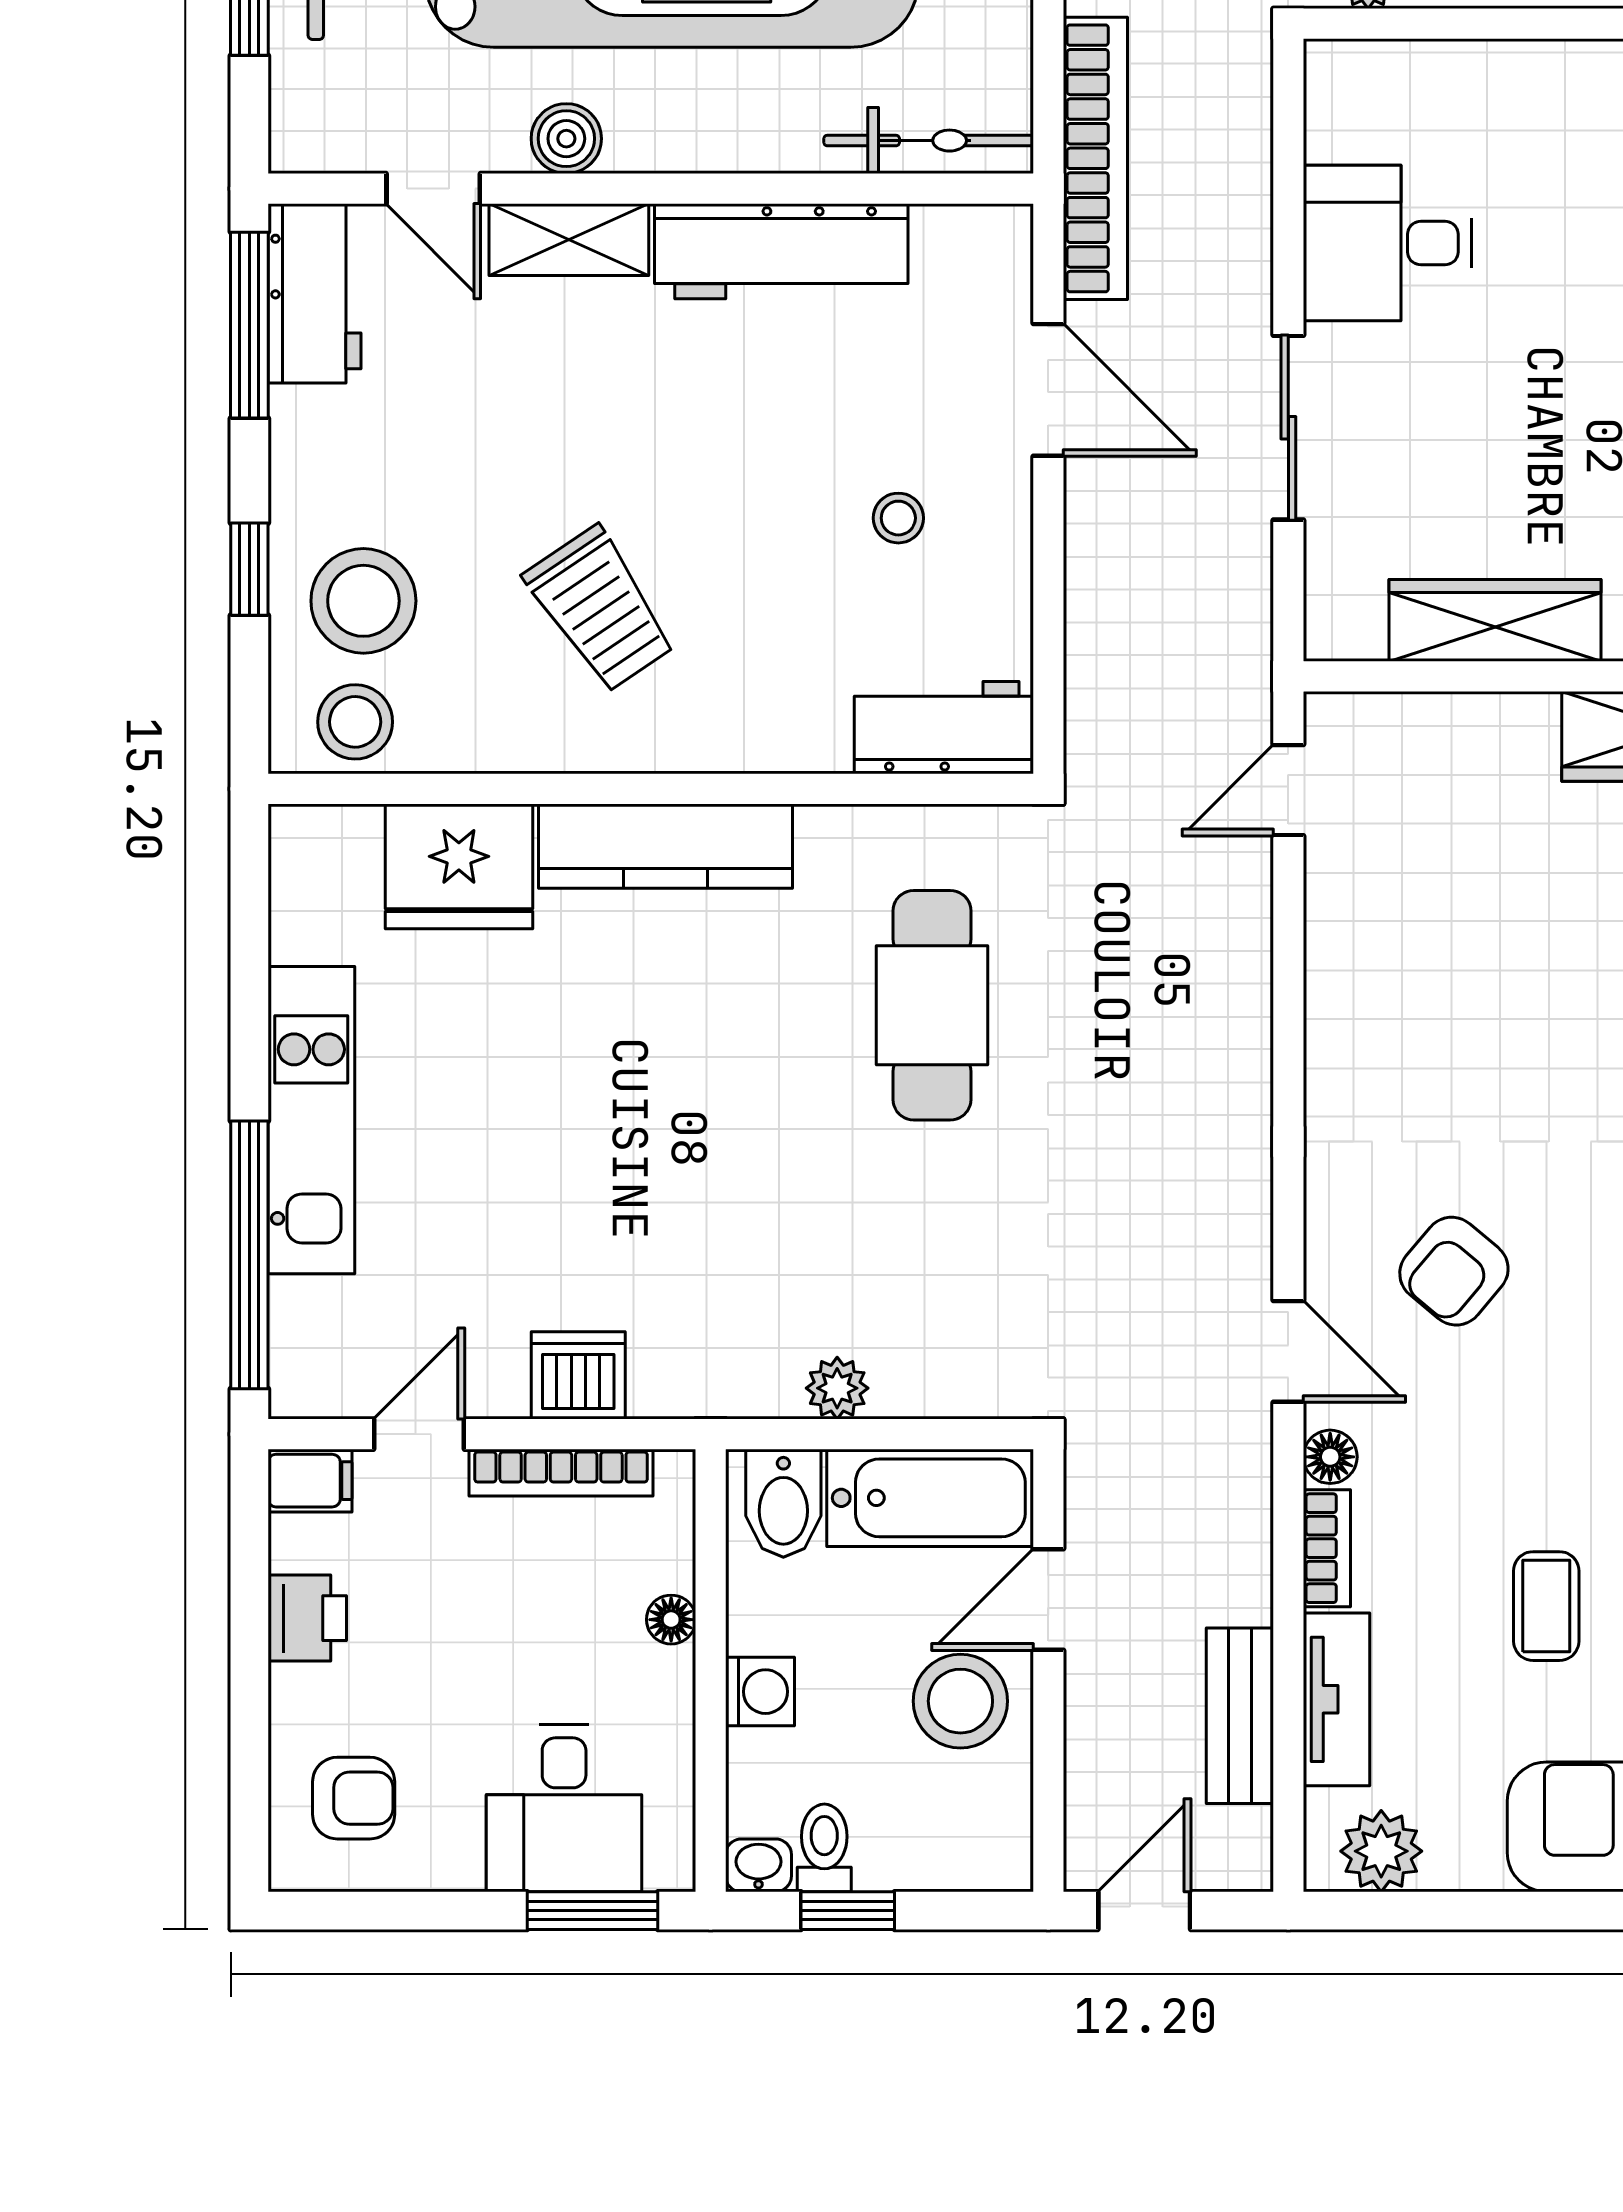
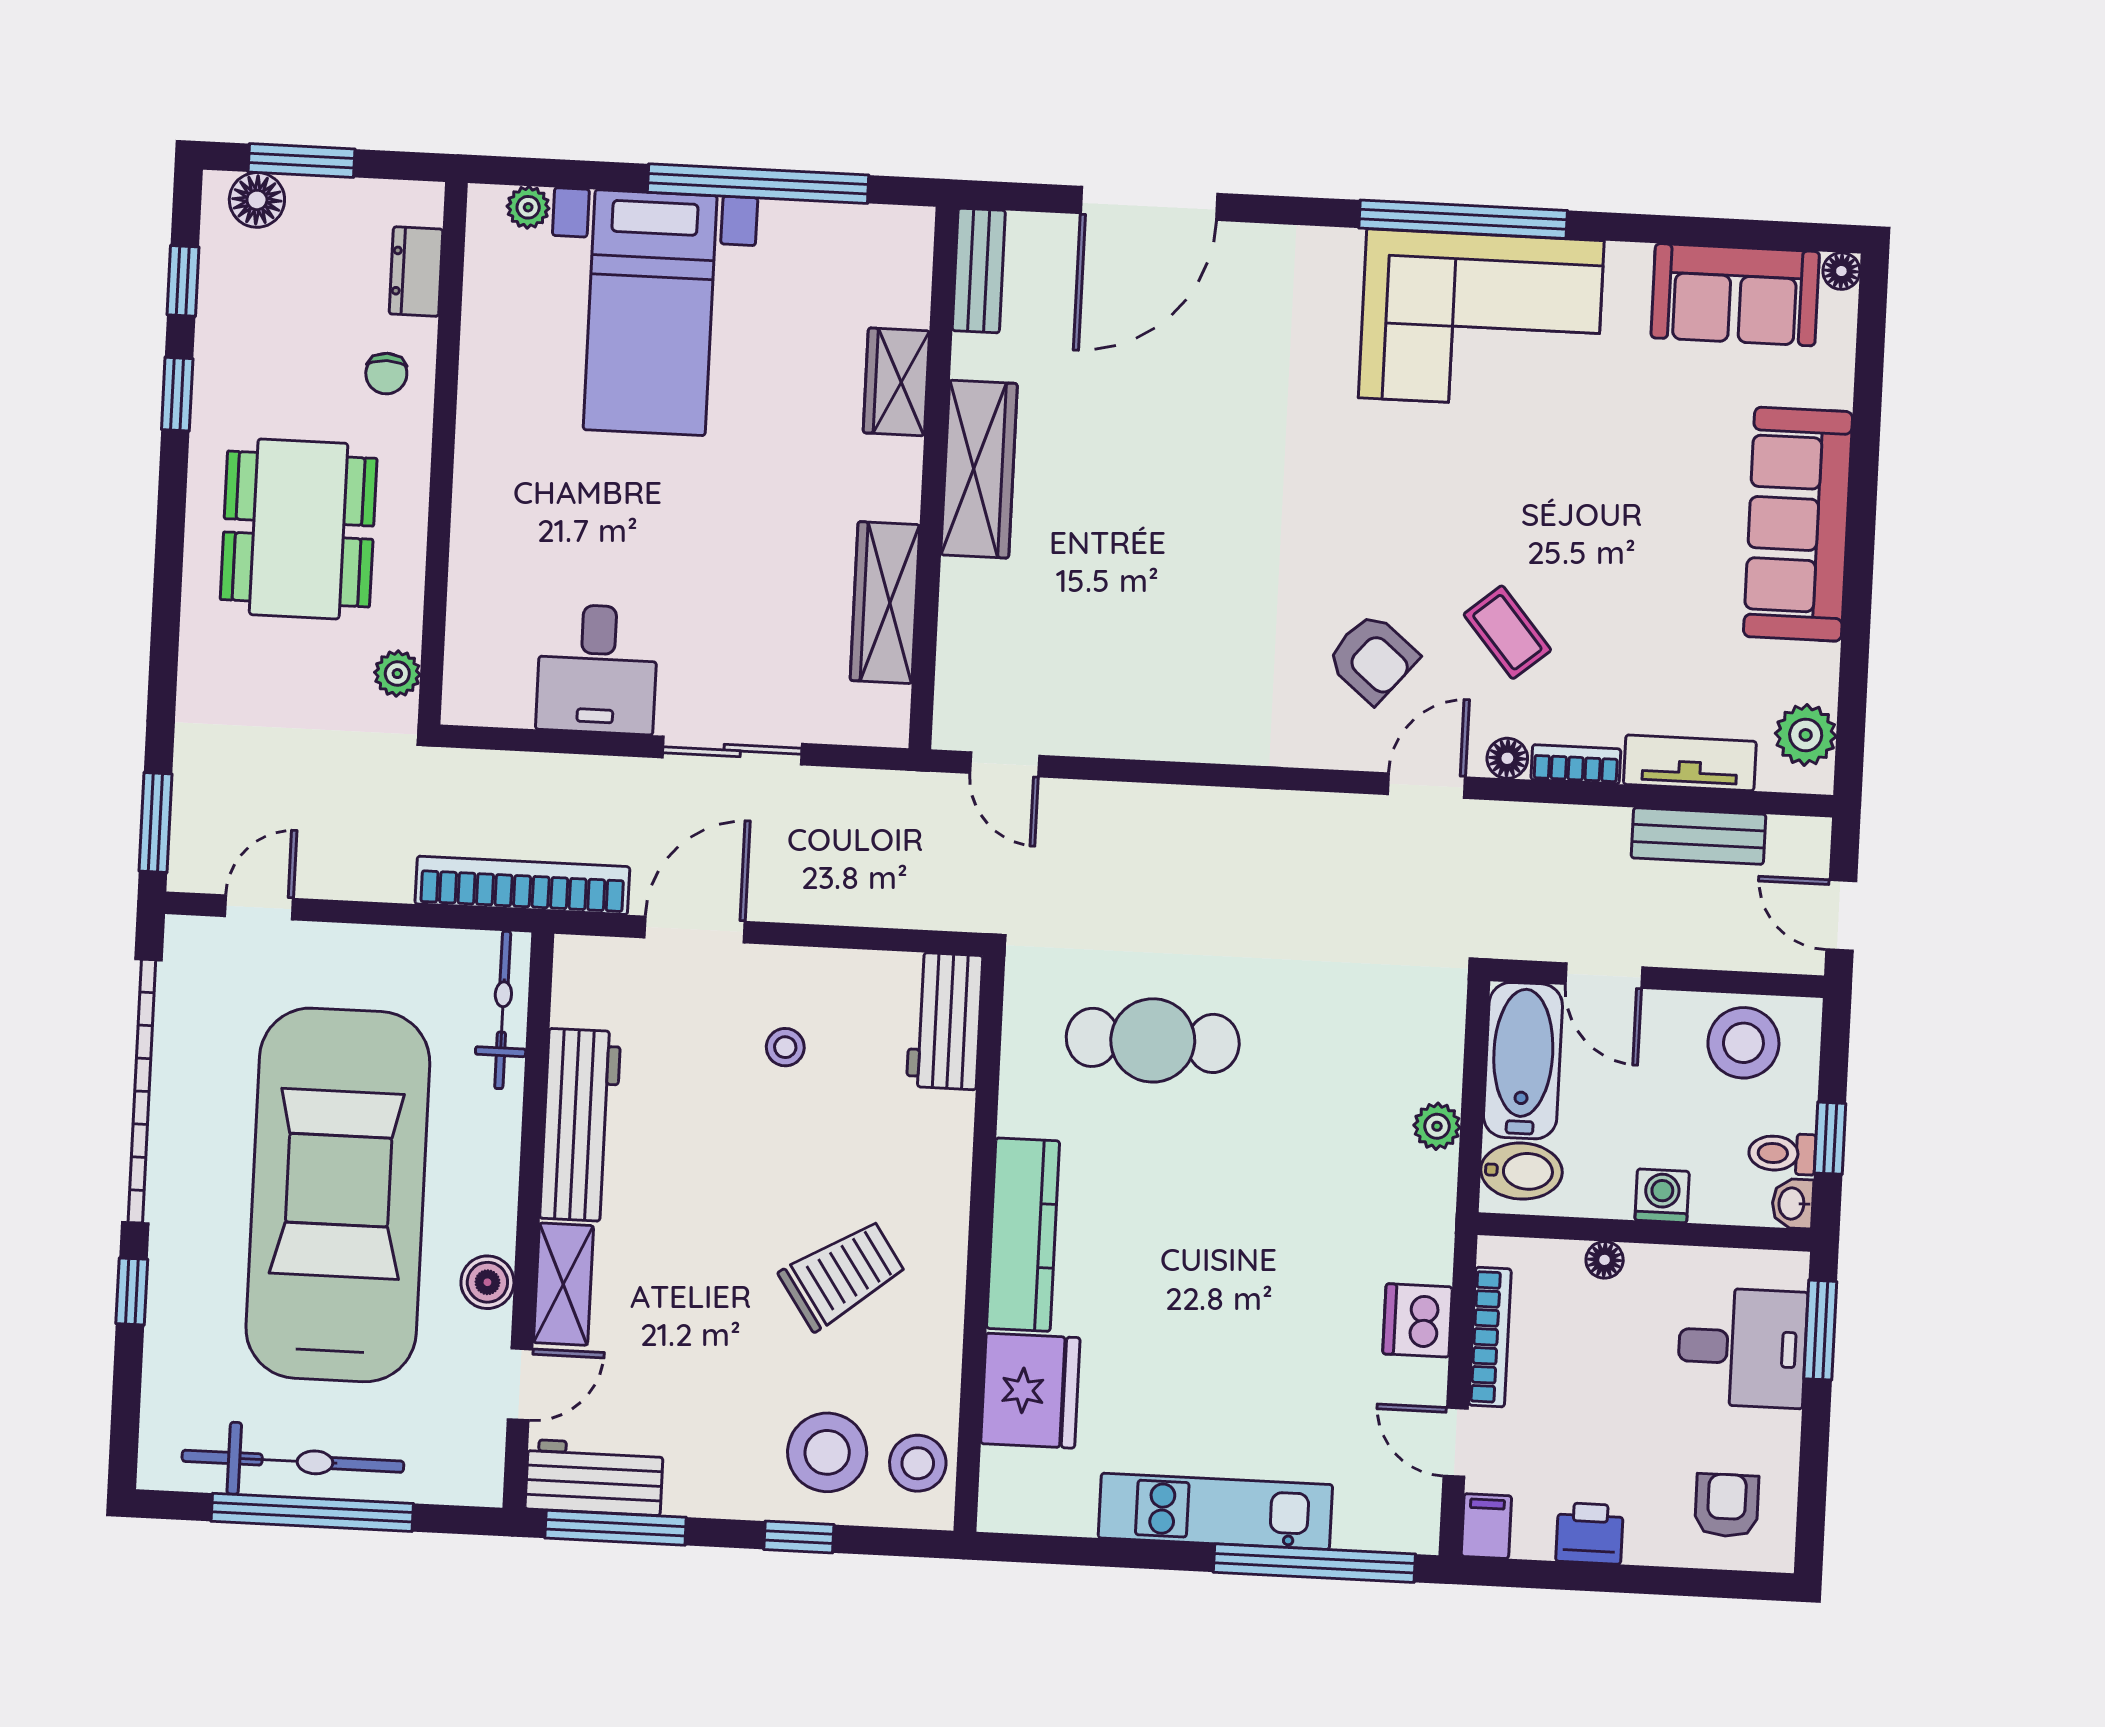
coffee table: (1546, 1606) -> (1507, 632), moved, turned 50
stool: (960, 1701) -> (1743, 1043), moved

